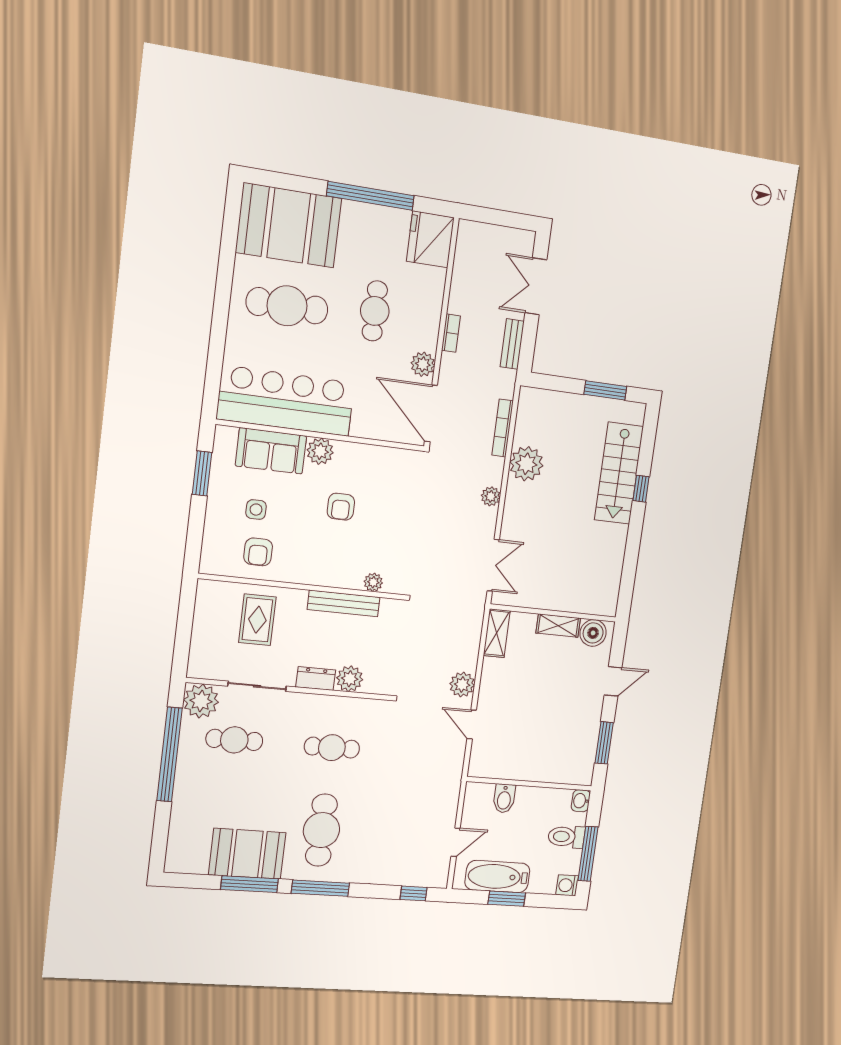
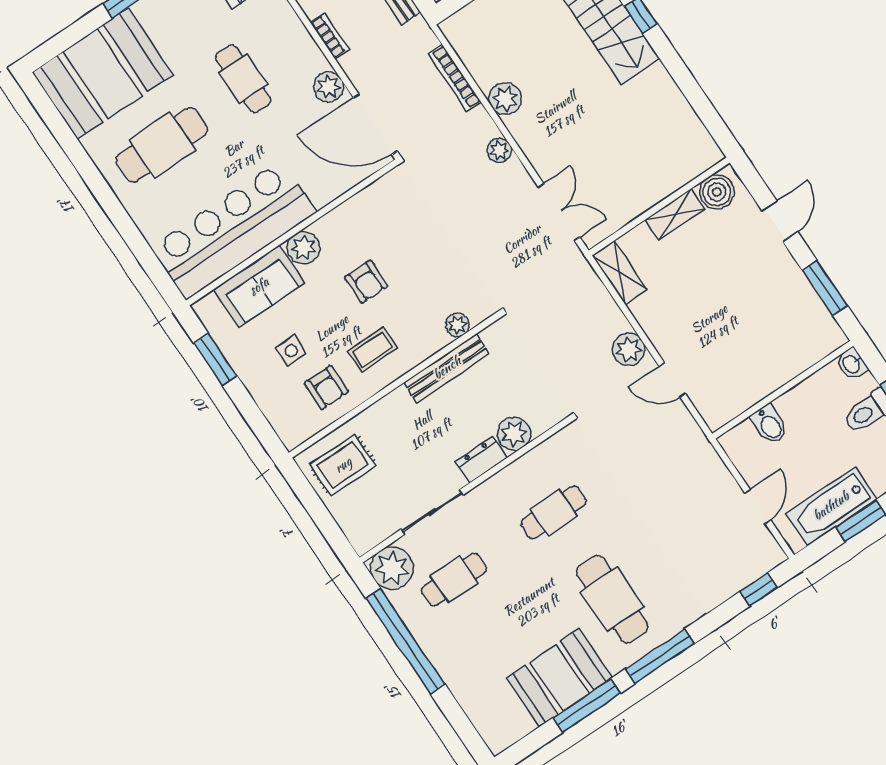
plant: (526, 464) -> (505, 99), width x0.73, depth x0.73
coffee table: (308, 553) -> (373, 350), added
rug: (257, 620) -> (343, 465), moved, turned 90

